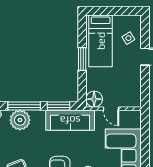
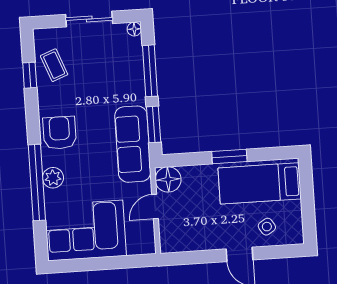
plant: (20, 120) -> (128, 66), removed

